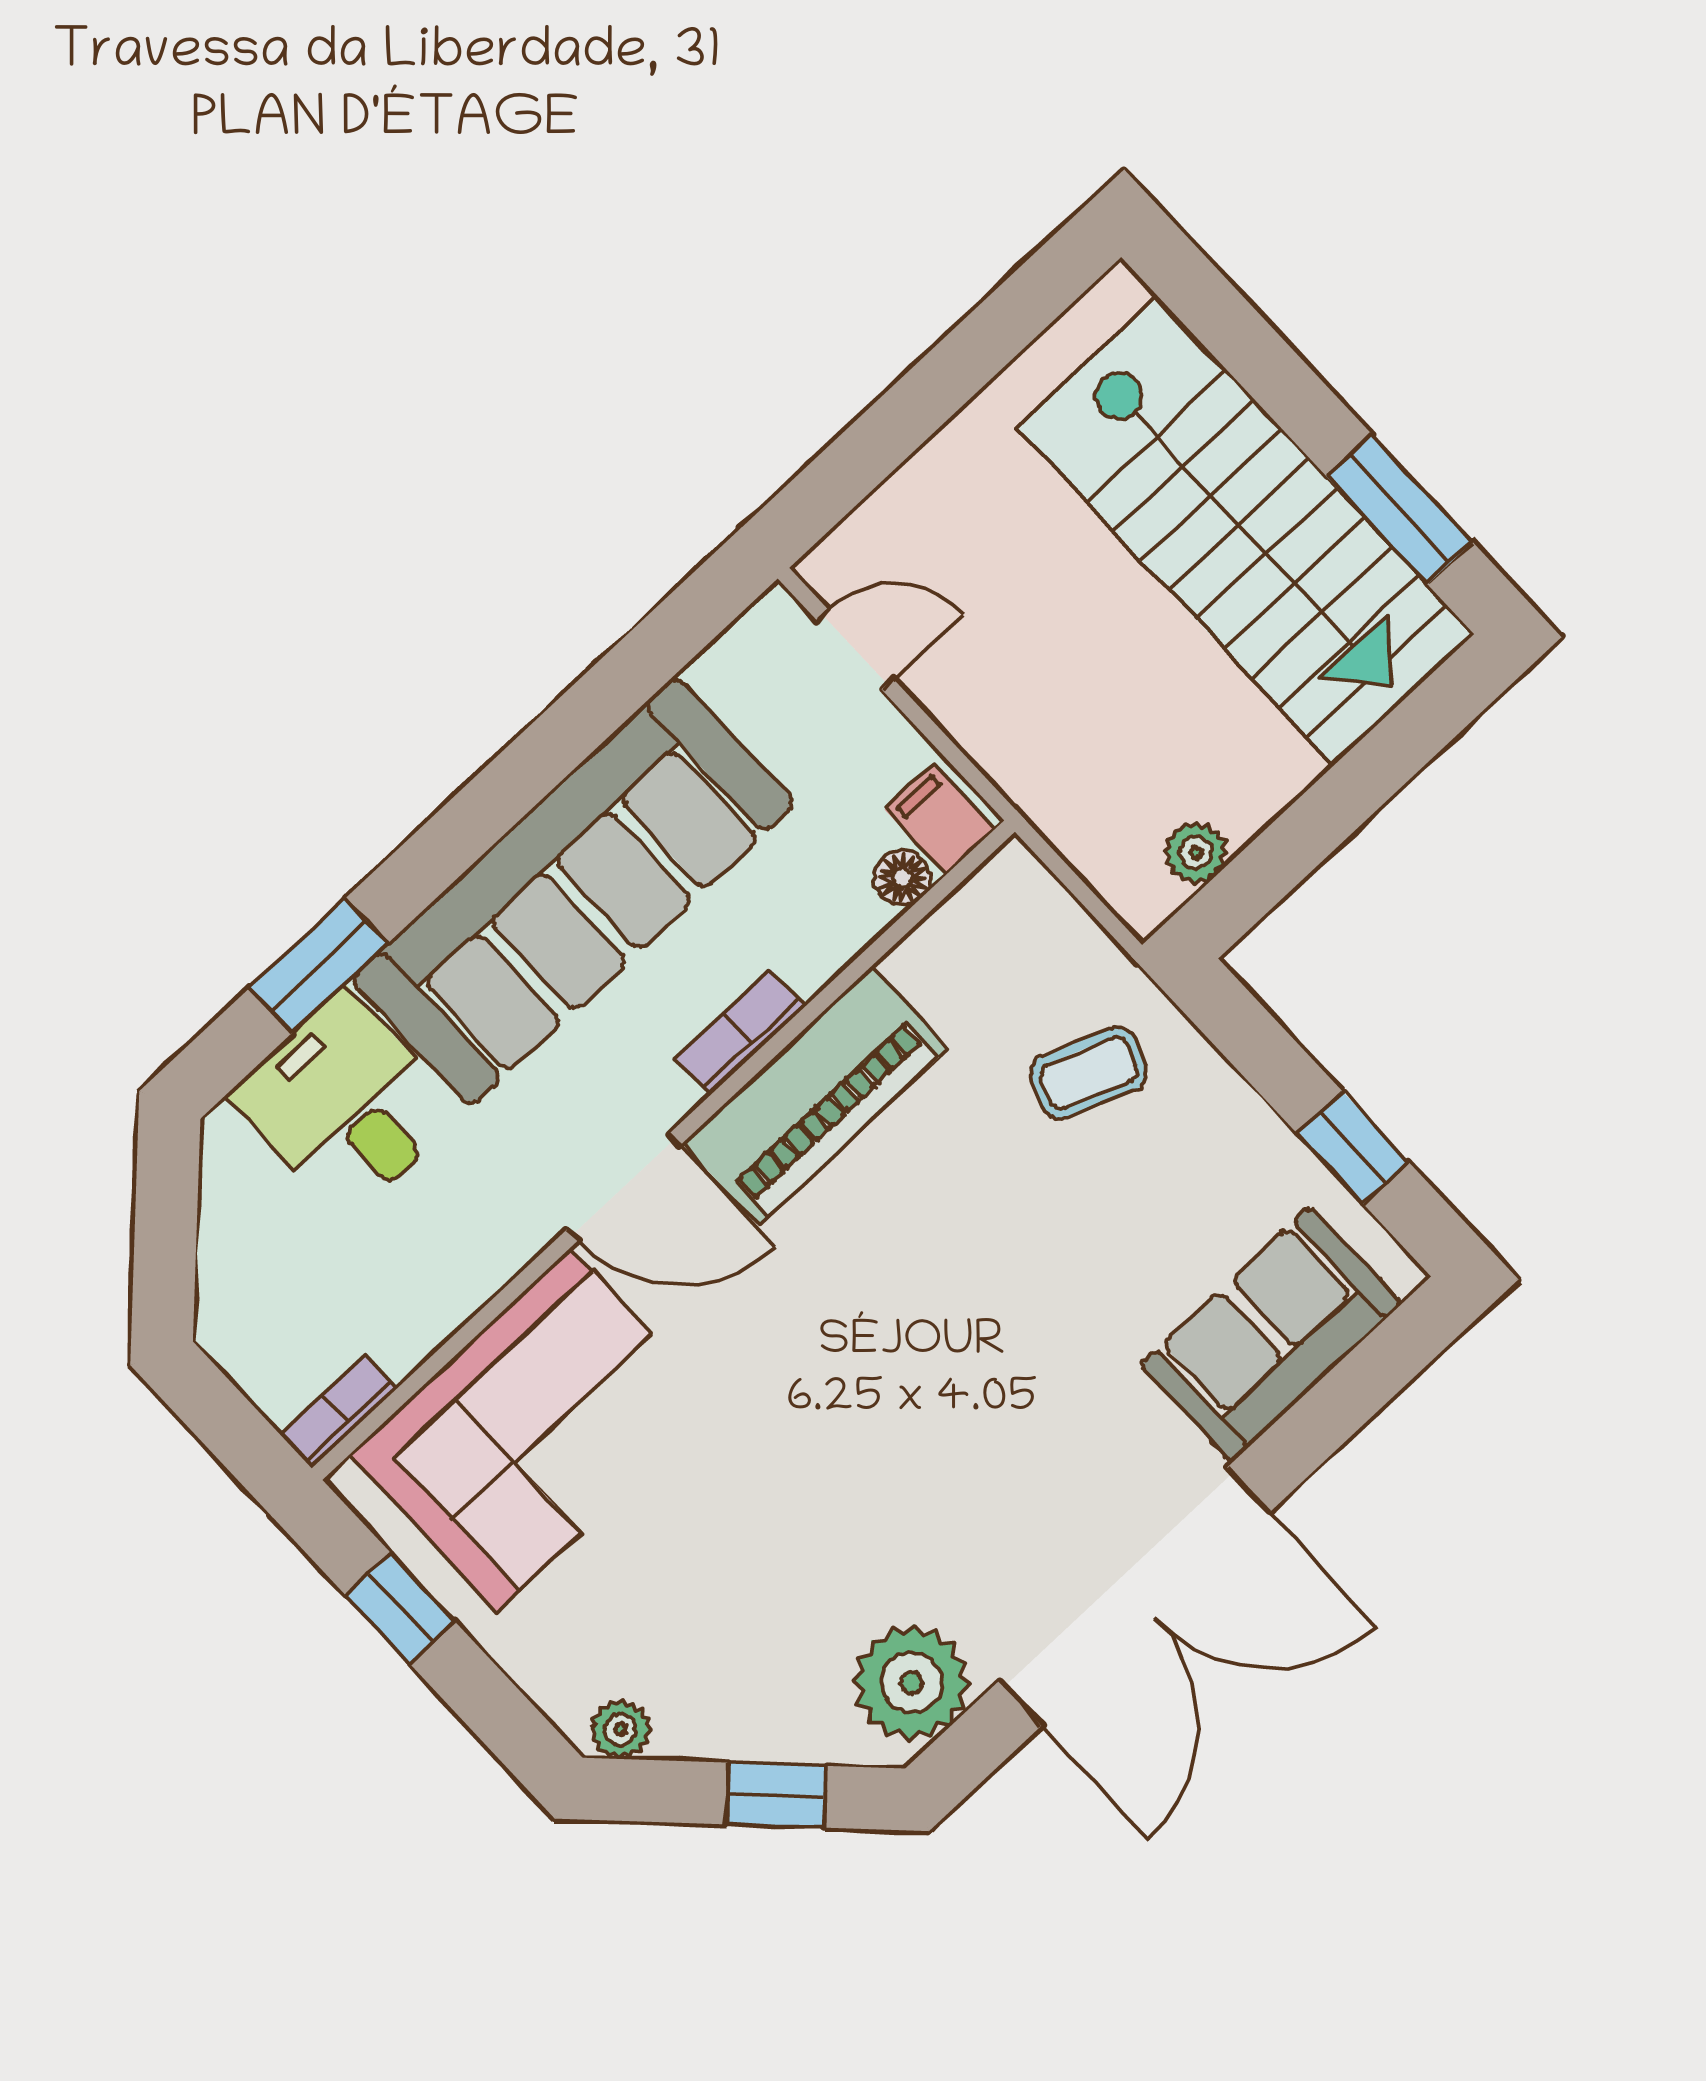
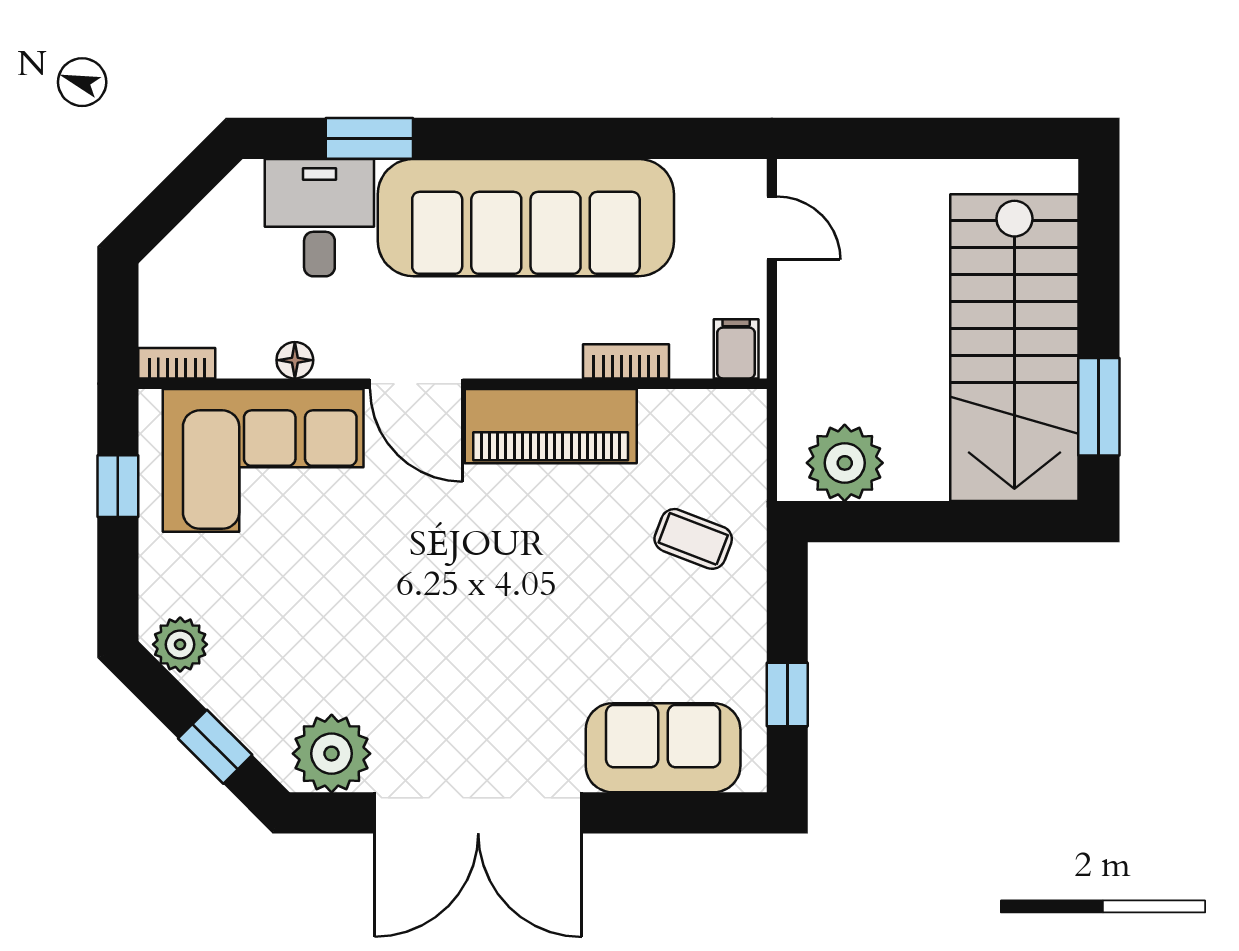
plant: (1196, 853) -> (845, 463), width x1.88, depth x1.88
floor lamp: (902, 878) -> (295, 360), moved
bookcase: (740, 1032) -> (626, 361), moved
plant: (620, 1729) -> (180, 644), width x1.38, depth x1.38

